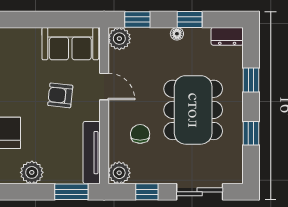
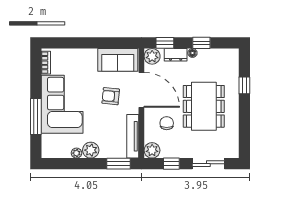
dresser: (227, 36) -> (176, 55), moved
door: (104, 86) -> (141, 90), width x1.87
window: (251, 133) -> (244, 123), removed
plant: (11, 177) -> (76, 153), added

